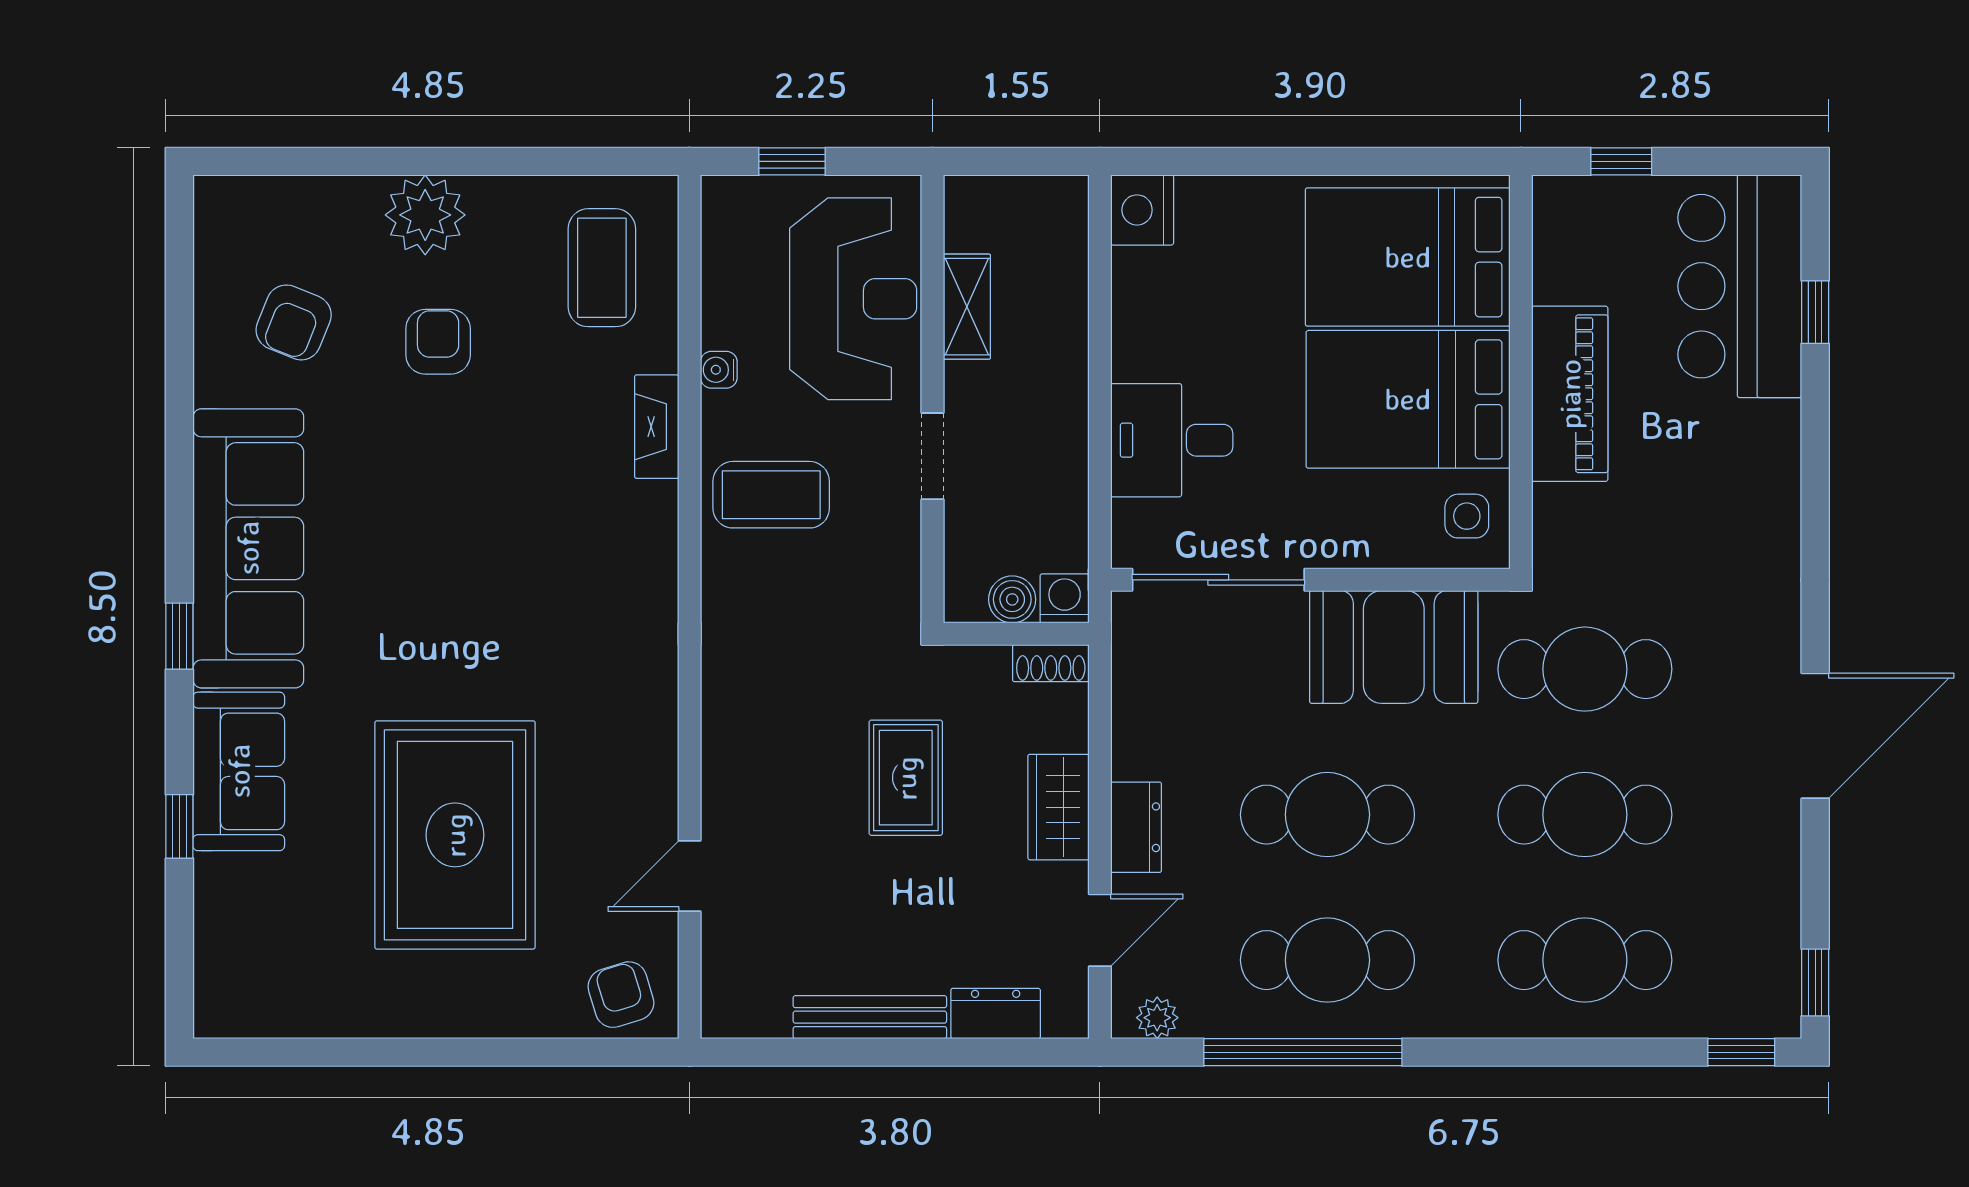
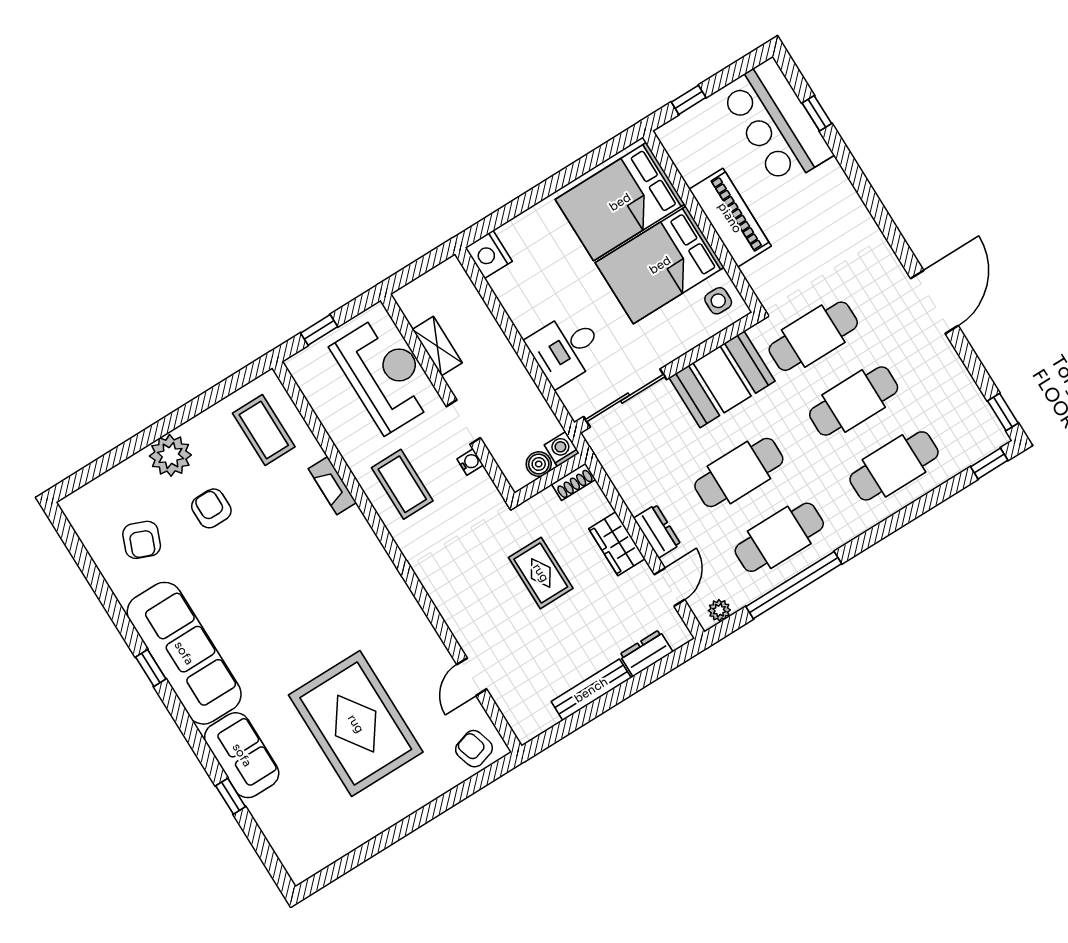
water cooler: (719, 370) -> (470, 462), moved, turned 180
coffee table: (771, 495) -> (402, 484), turned 90
window: (179, 636) -> (151, 668), moved

